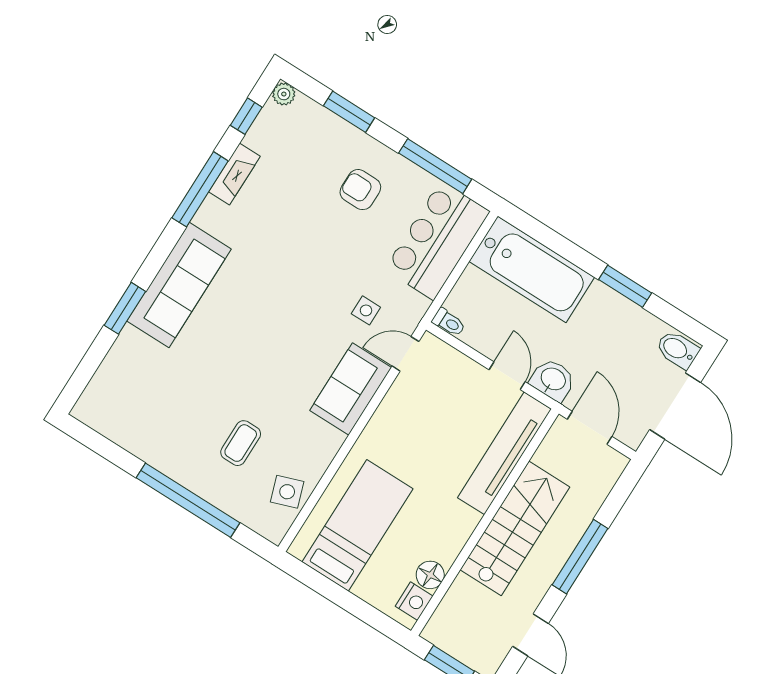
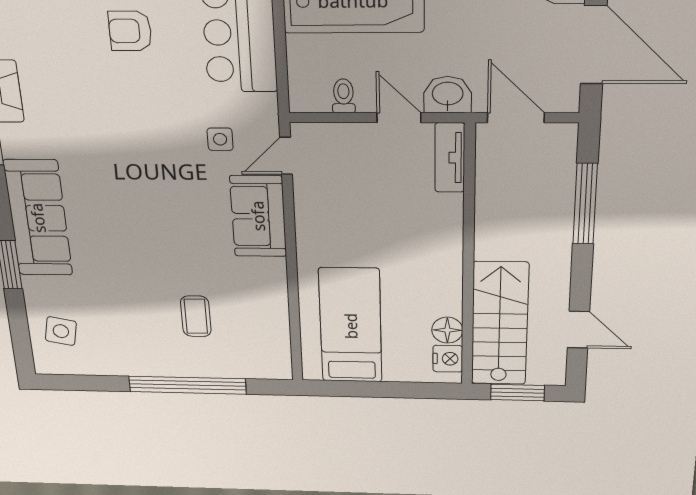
toilet: (449, 322) -> (344, 96), moved, turned -90
tv unit: (504, 453) -> (450, 158), width x0.52, depth x0.78
side table: (287, 492) -> (61, 331), moved, turned 30
stairs: (515, 528) -> (500, 324), moved
window: (580, 557) -> (585, 204), moved

